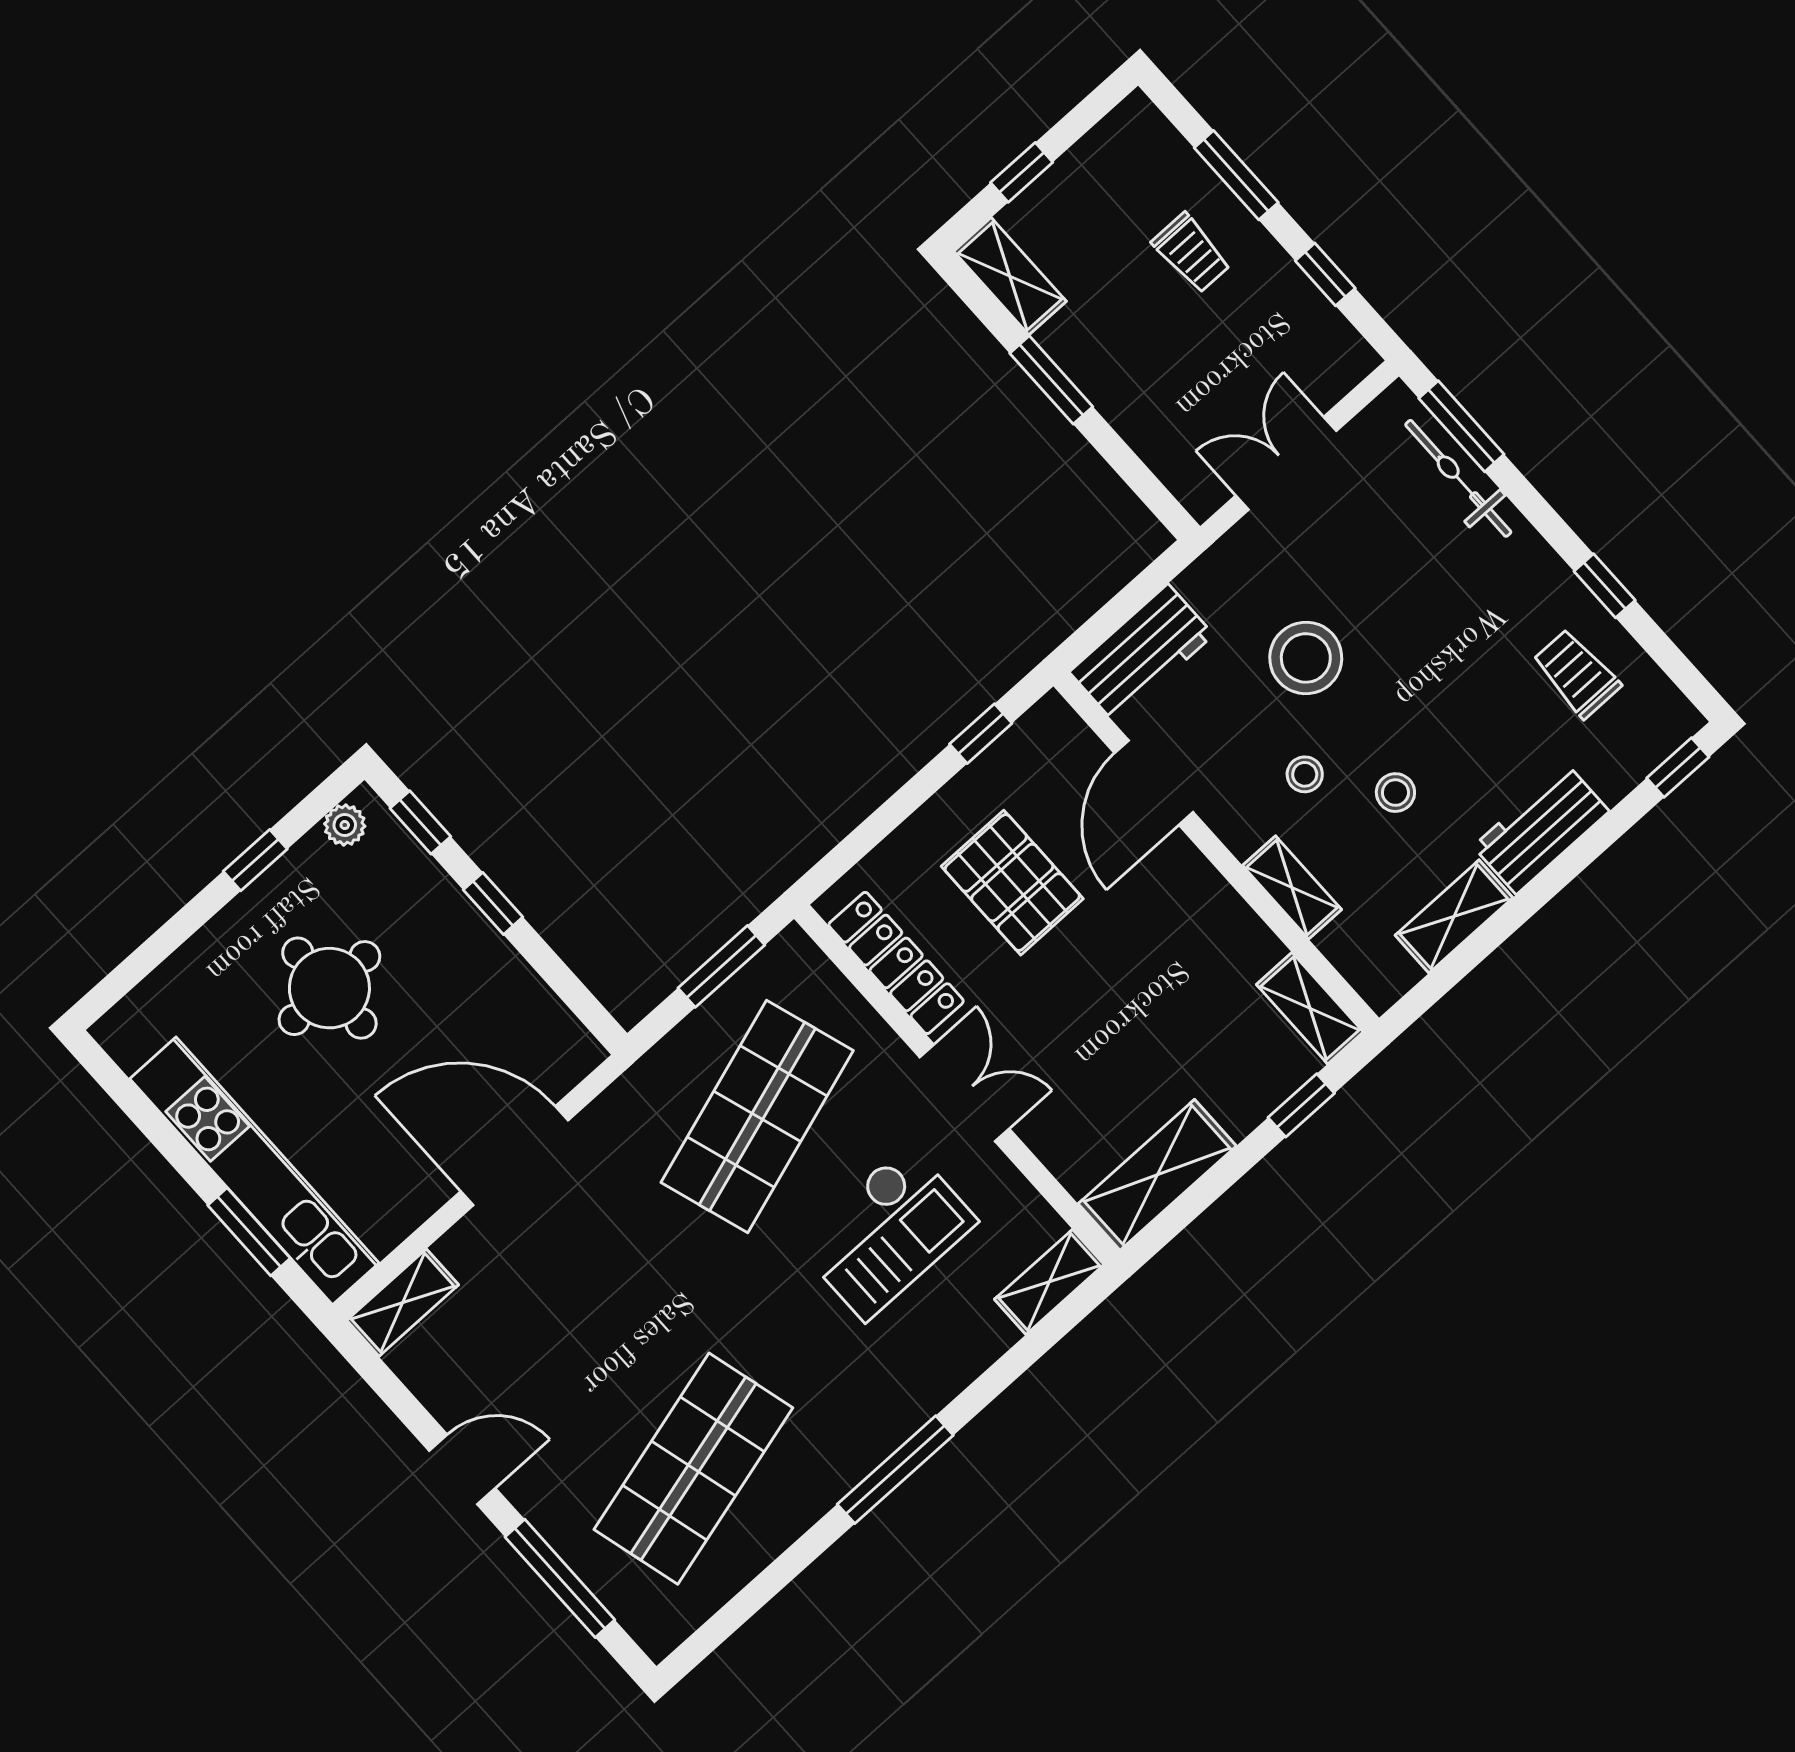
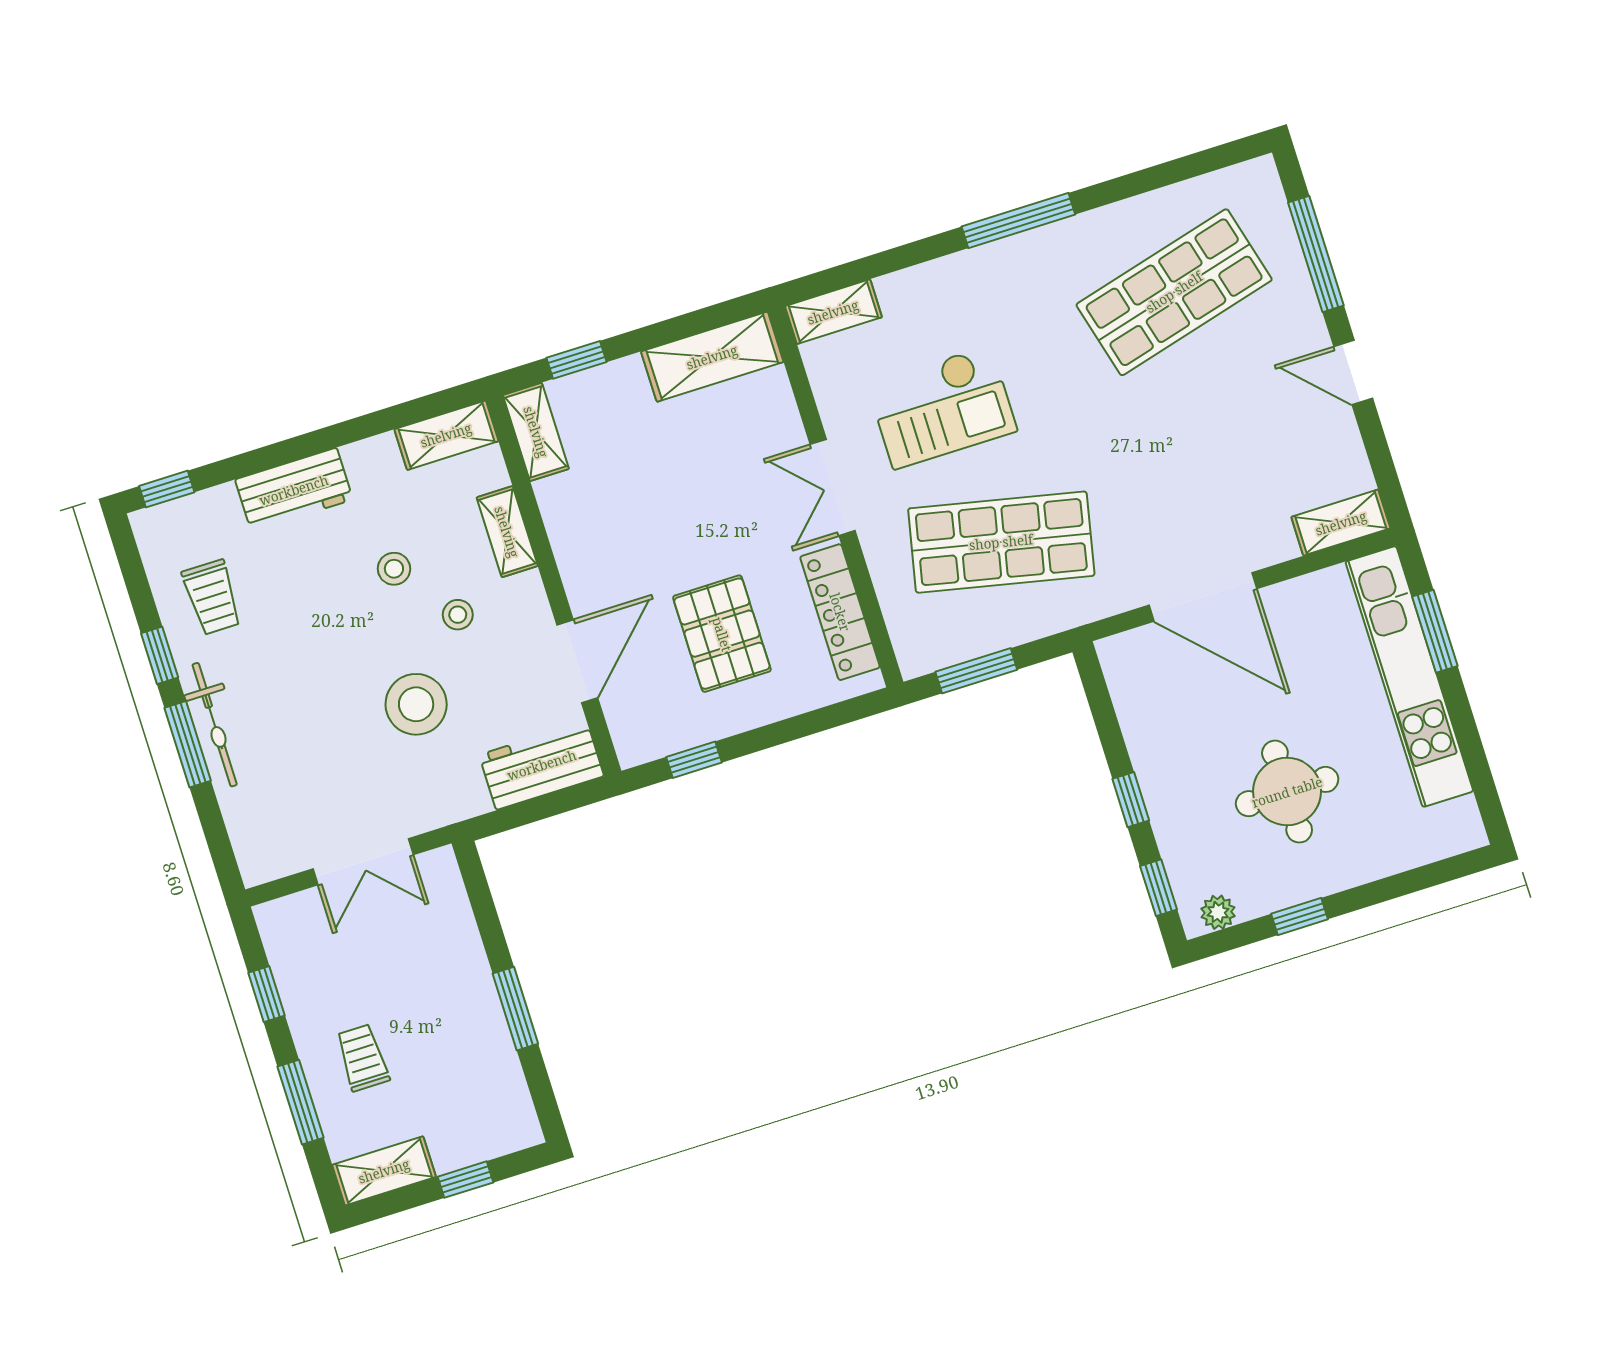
shelving: (1010, 276) -> (384, 1171), moved, turned 90
window: (1461, 426) -> (188, 744), moved
bicycle: (1458, 478) -> (215, 725), moved
shelving: (1454, 917) -> (446, 435), moved
shop shelf: (757, 1117) -> (1001, 542), turned 30
checkout: (886, 1232) -> (942, 407), turned 180

